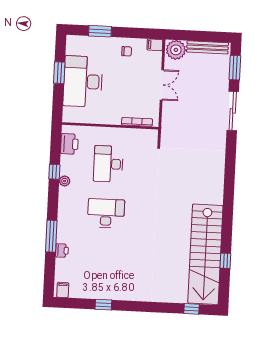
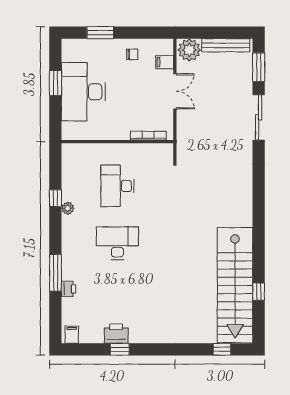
filing cabinet: (155, 45) -> (165, 62), moved
printer: (69, 144) -> (116, 334), moved, turned -90

